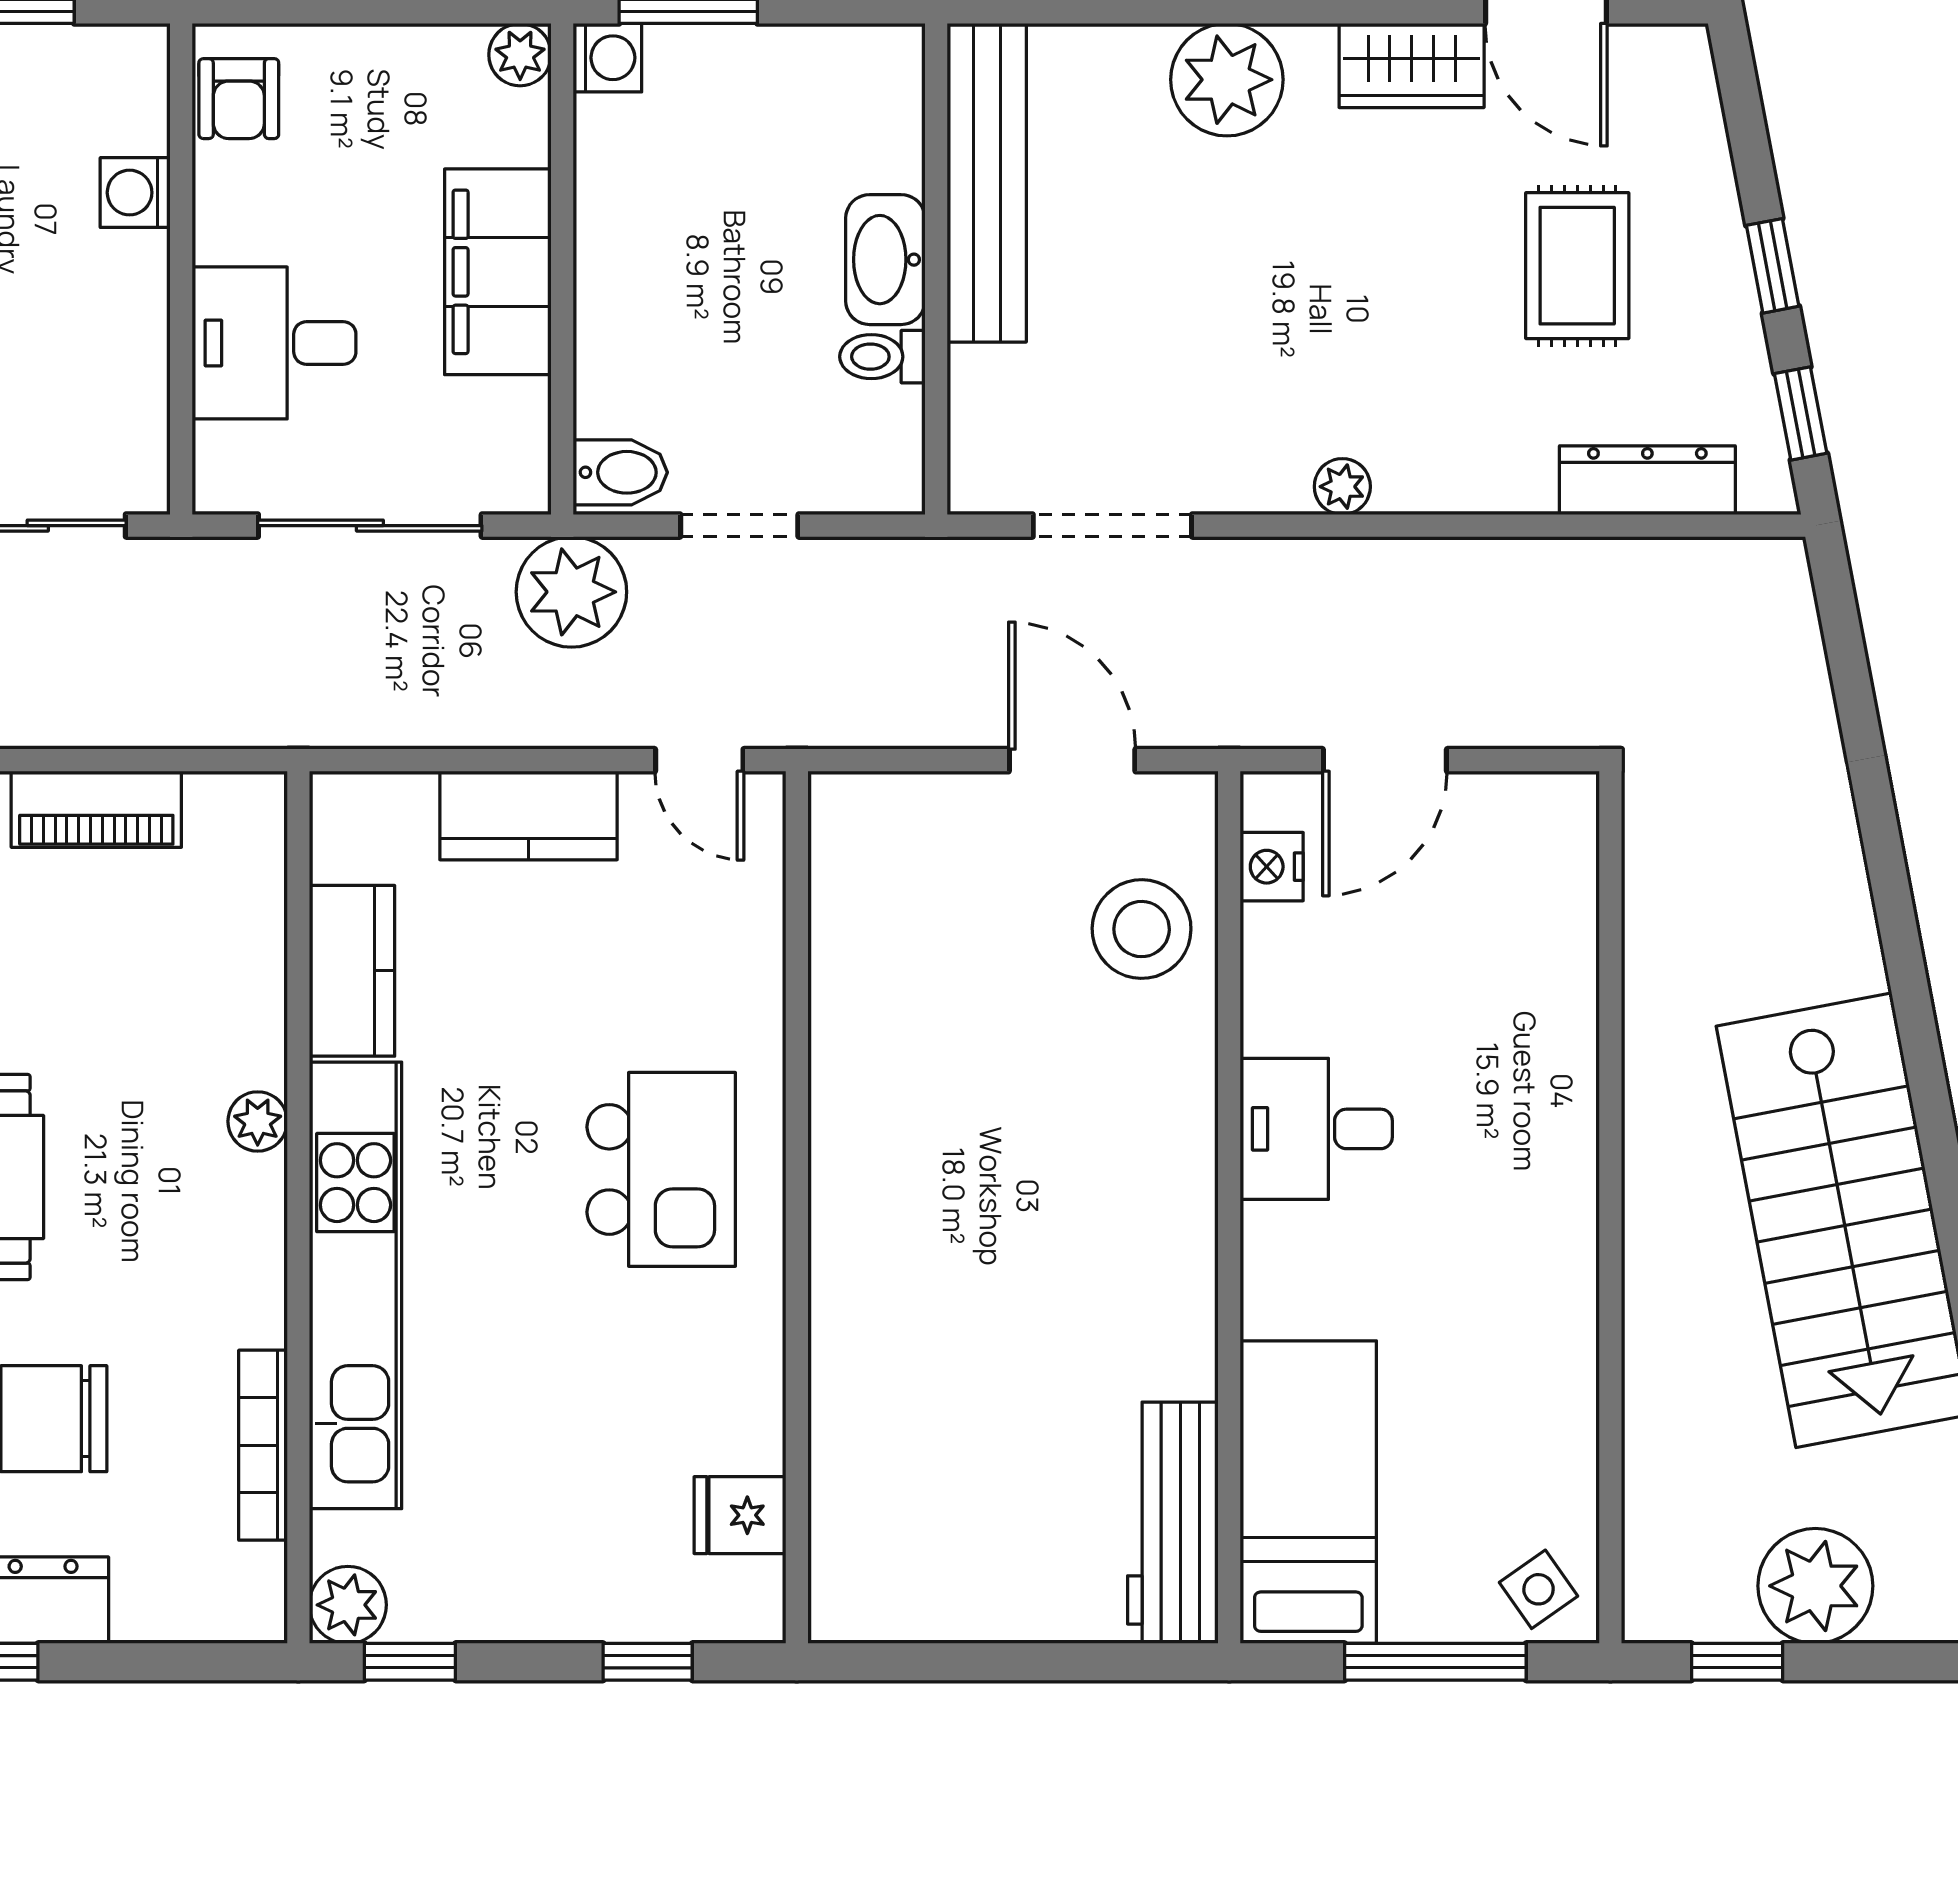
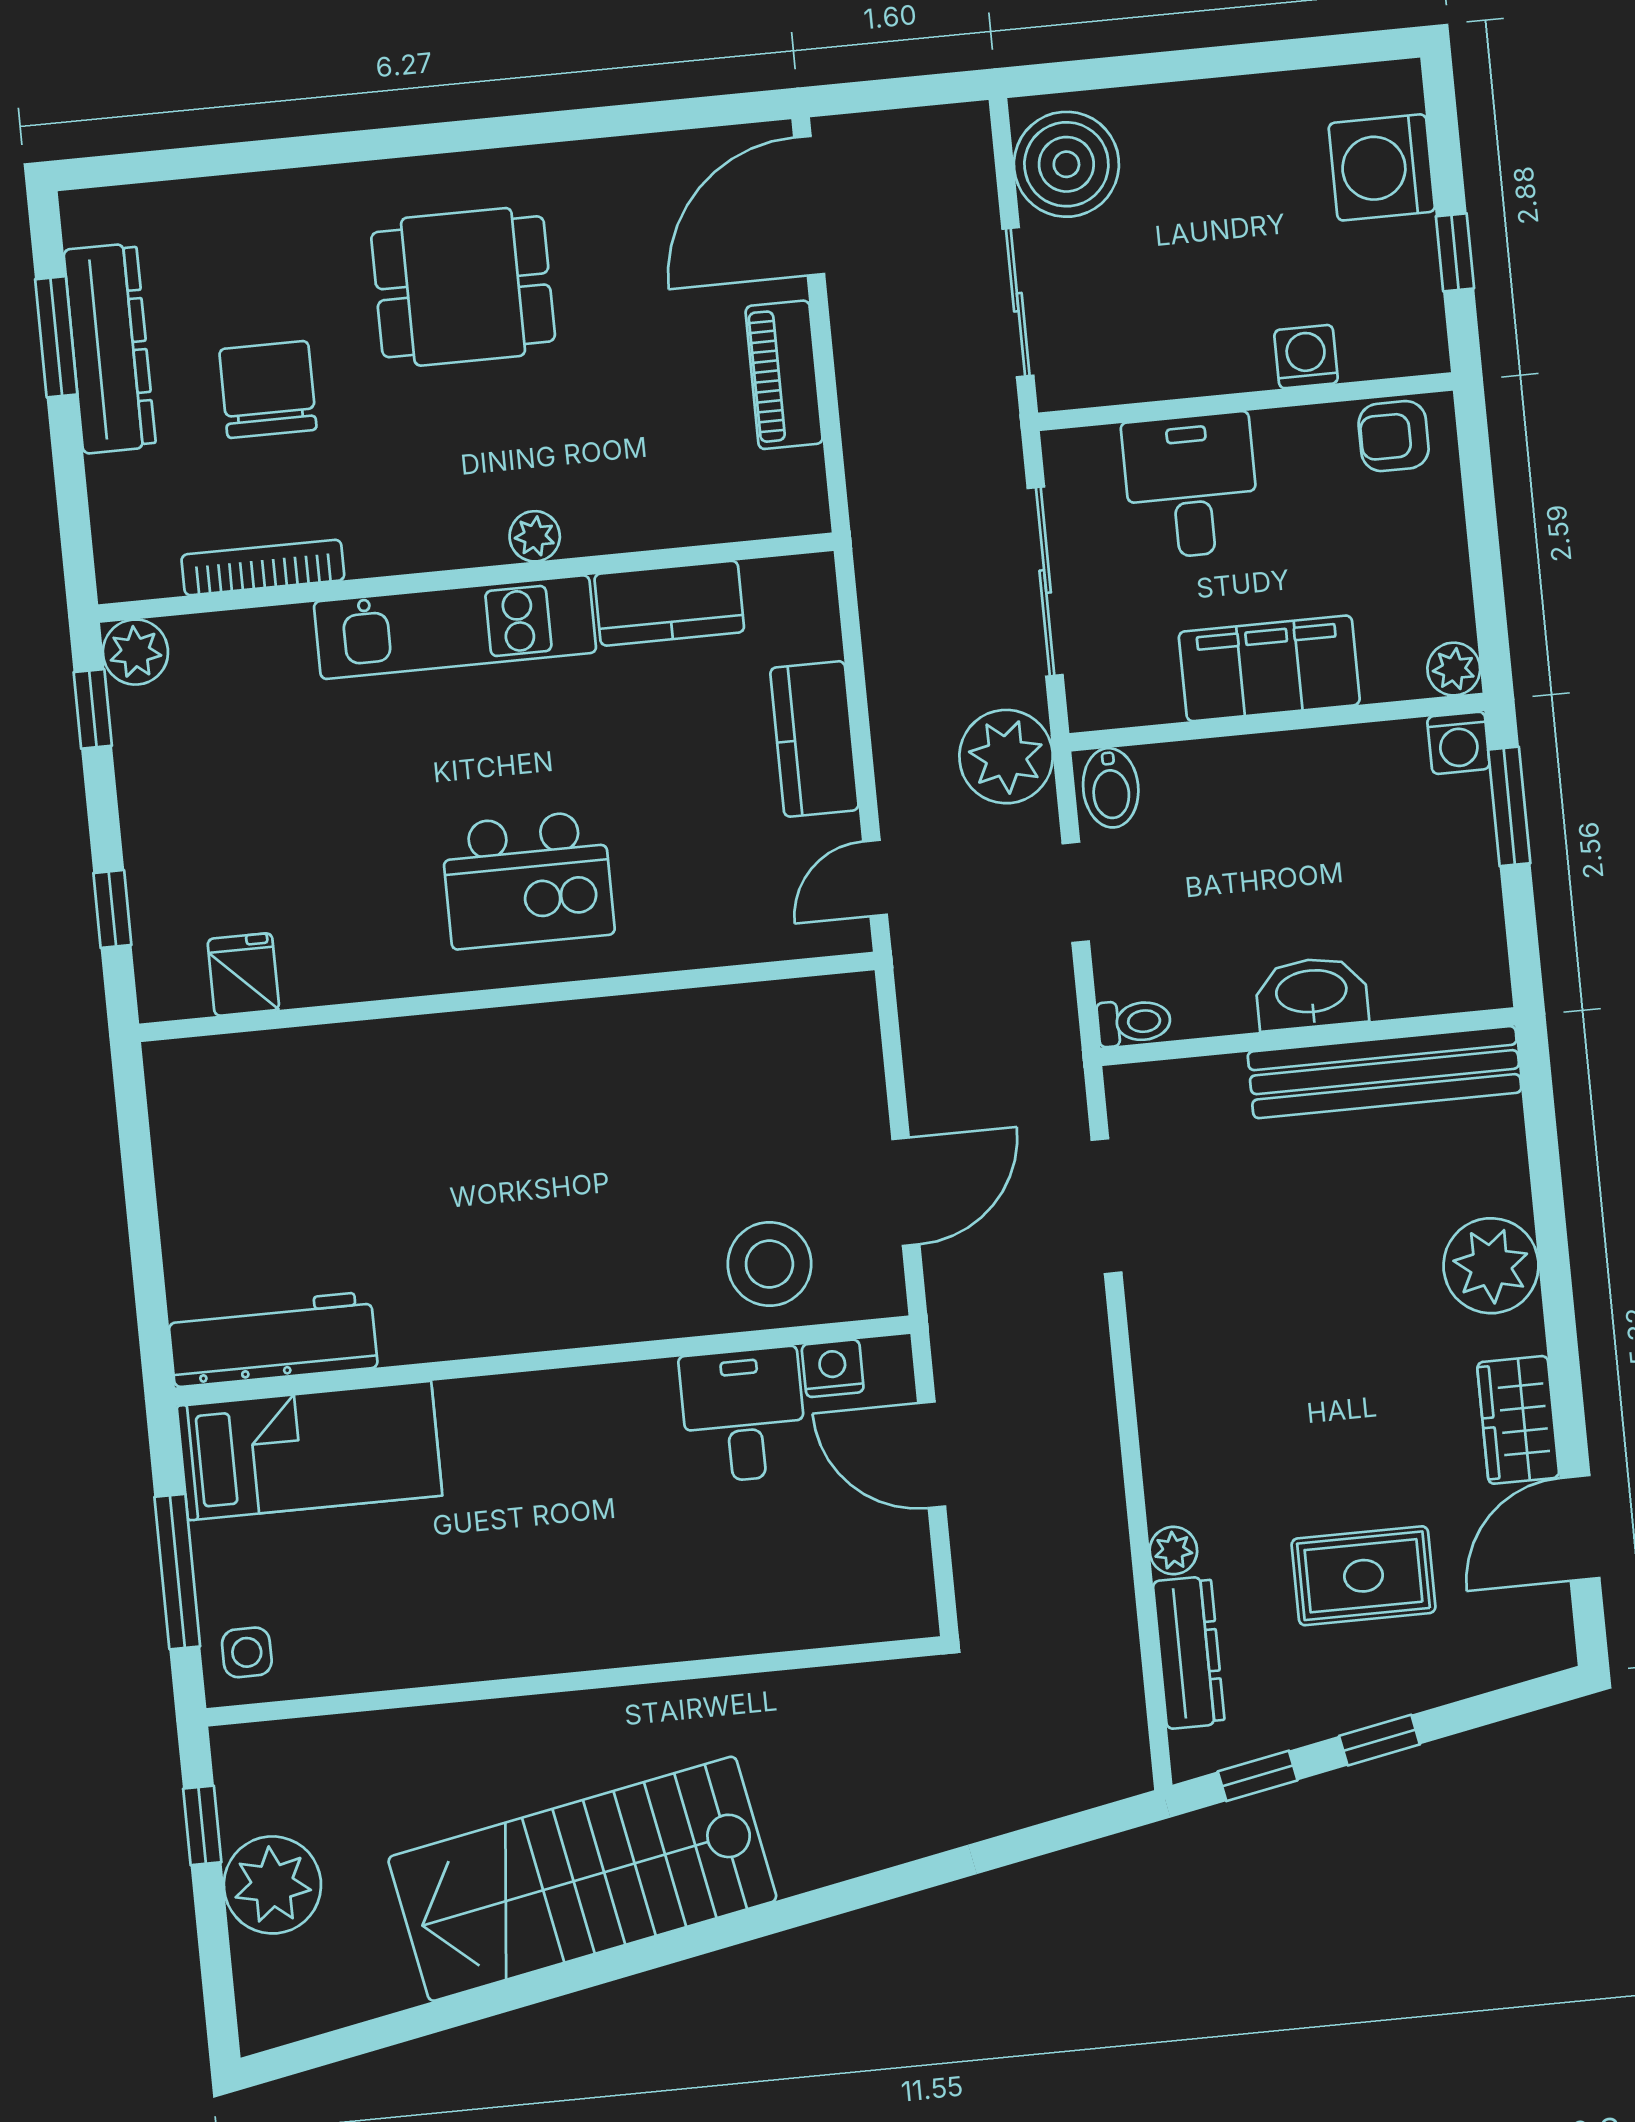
toilet: (882, 357) -> (1134, 1022), moved, turned 90
plant: (1342, 487) -> (1173, 1551), moved
desk: (1316, 1129) -> (743, 1415), moved
kitchen unit: (355, 1285) -> (455, 627), width x0.73
side table: (1539, 1589) -> (247, 1652), turned 35

